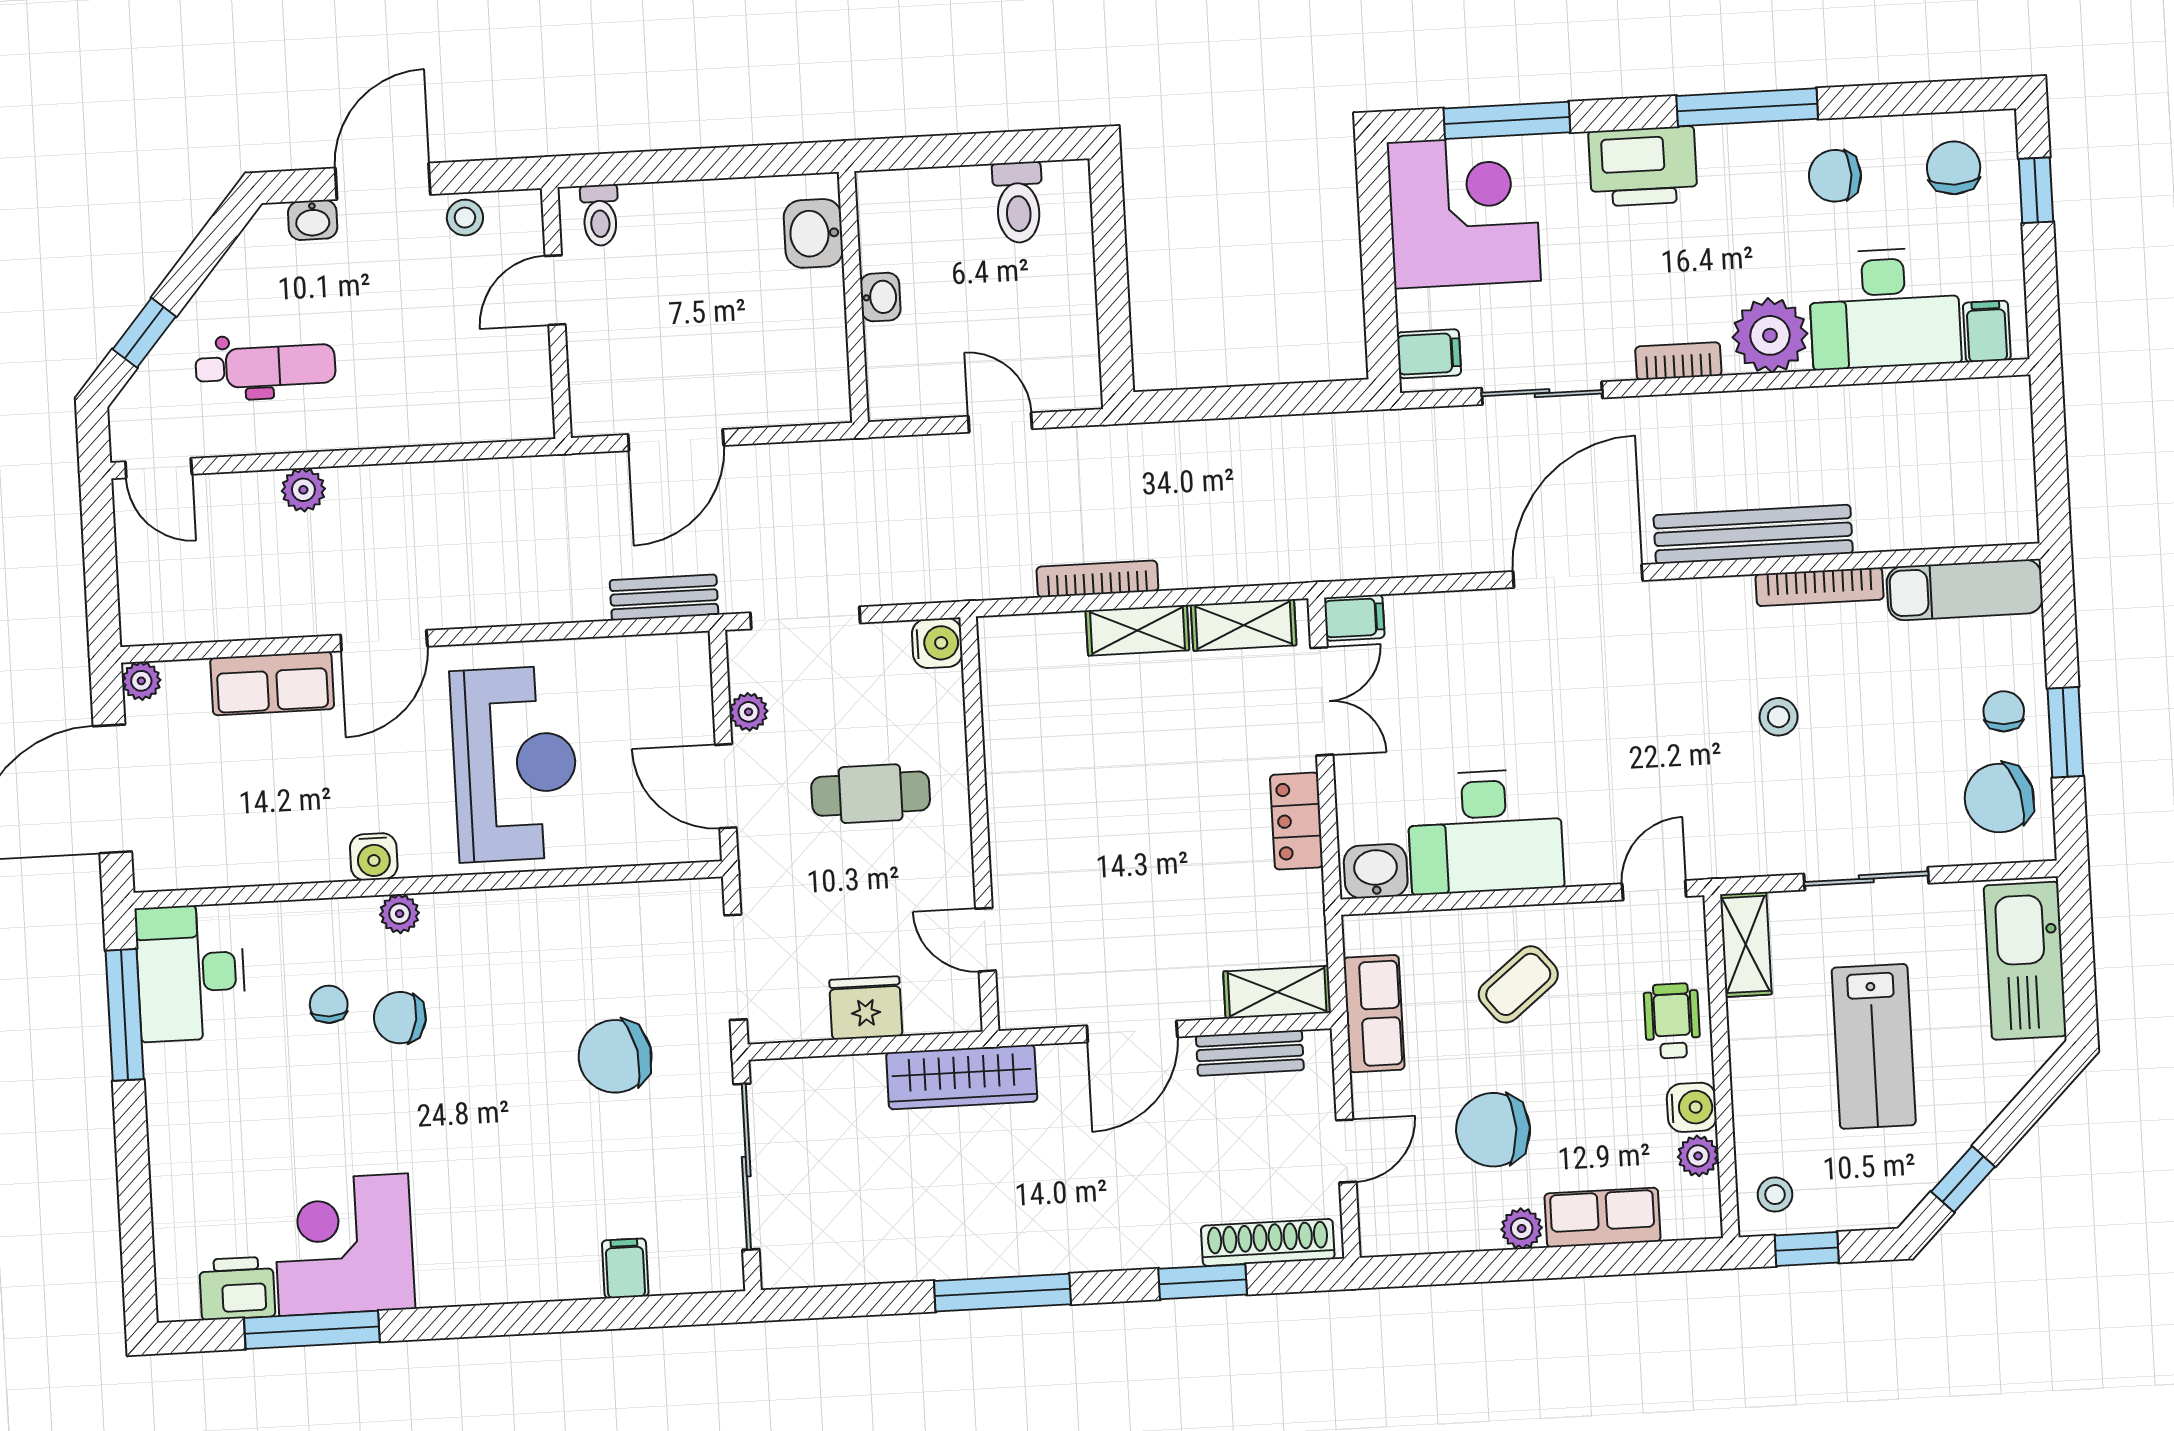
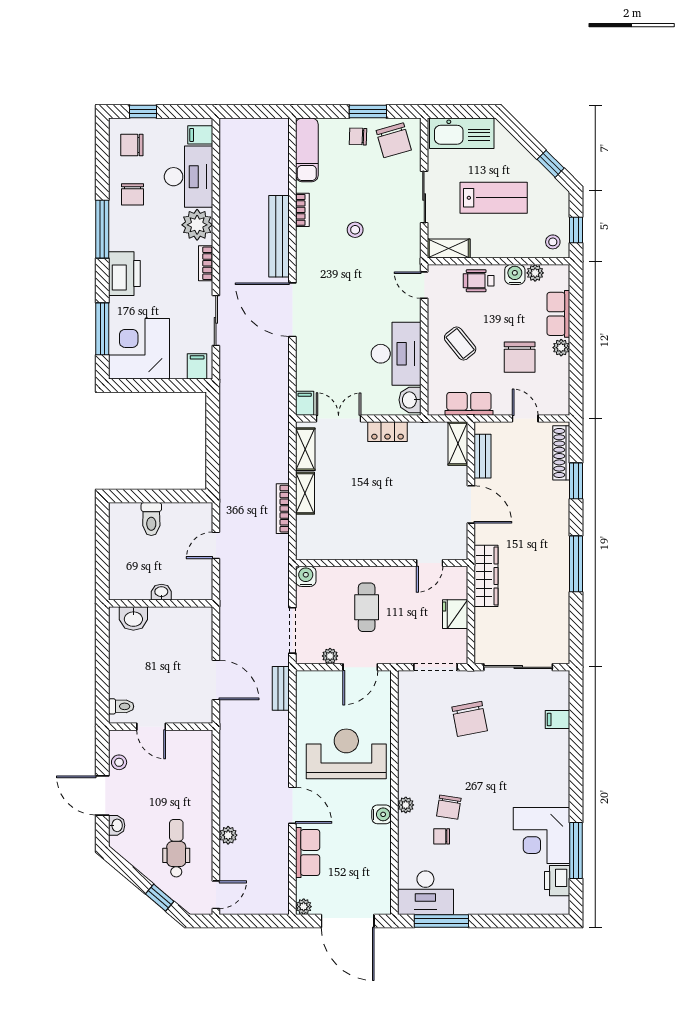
toilet: (1018, 202) -> (151, 519), moved, turned 90
bookcase: (1820, 587) -> (302, 210), width x0.64

